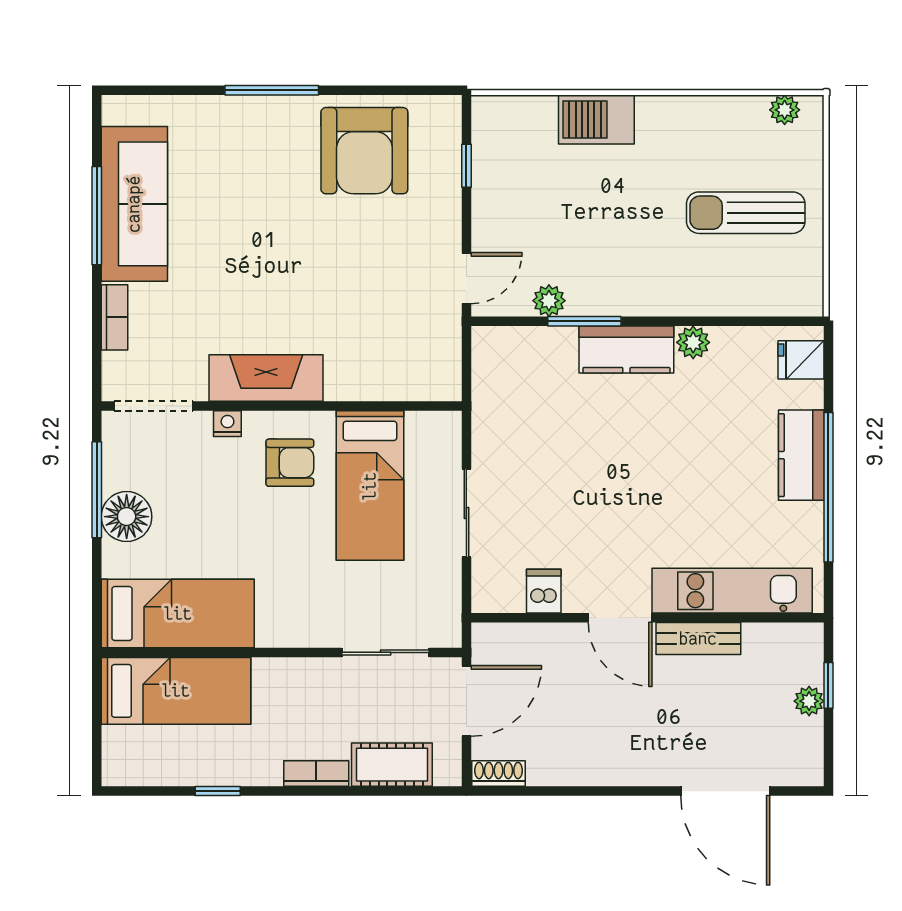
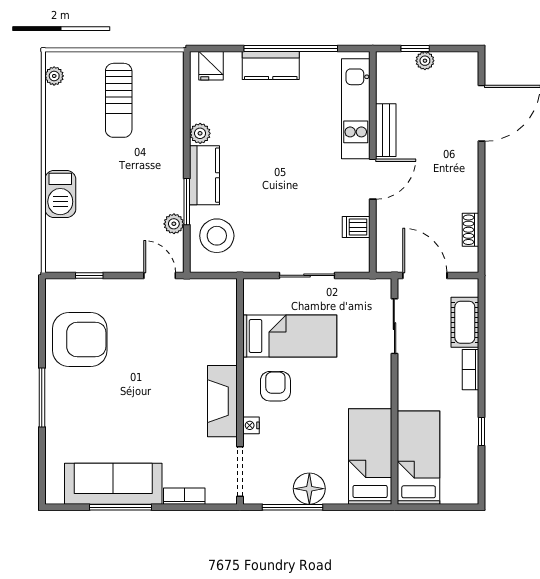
stool: (530, 369) -> (217, 236), added
shoe rack: (499, 774) -> (470, 230), moved

